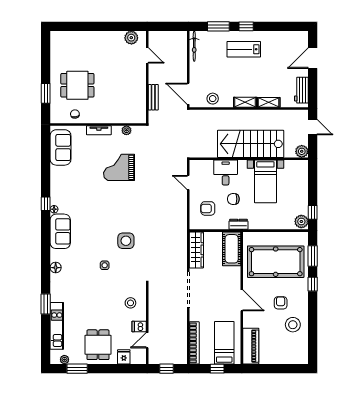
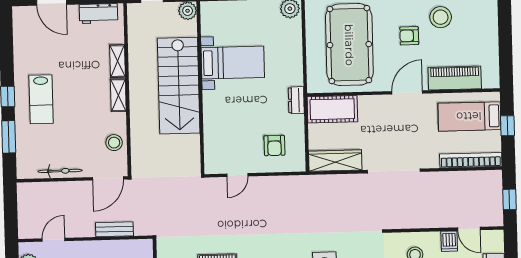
bicycle: (194, 46) -> (60, 171), moved
desk: (226, 173) -> (221, 121), removed
chair: (233, 199) -> (260, 109), removed
piano: (251, 346) -> (455, 78), moved

